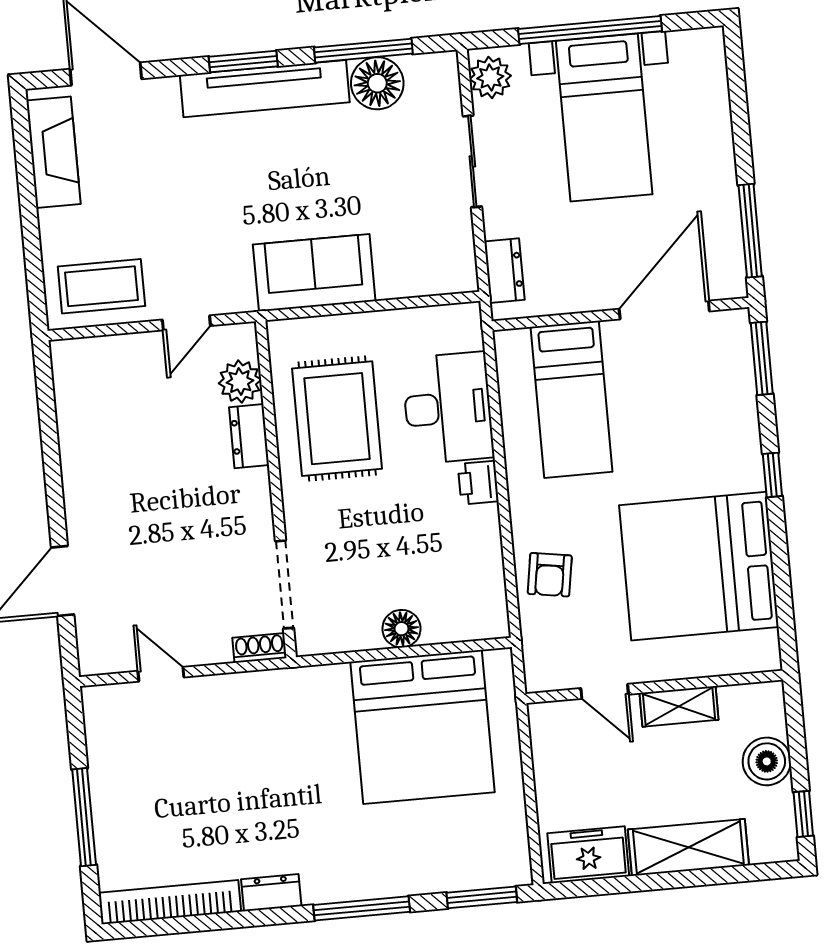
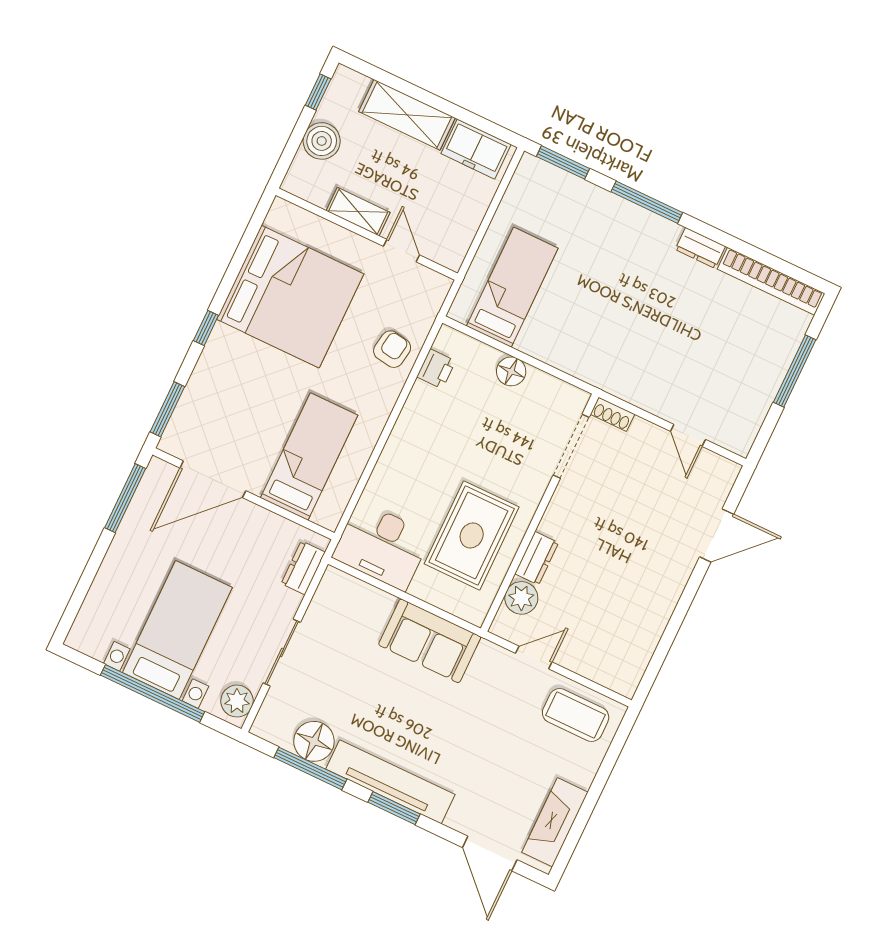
desk: (448, 408) -> (382, 546), moved, turned -90
printer: (478, 483) -> (436, 369), moved
bed: (423, 727) -> (512, 287), width x0.49

